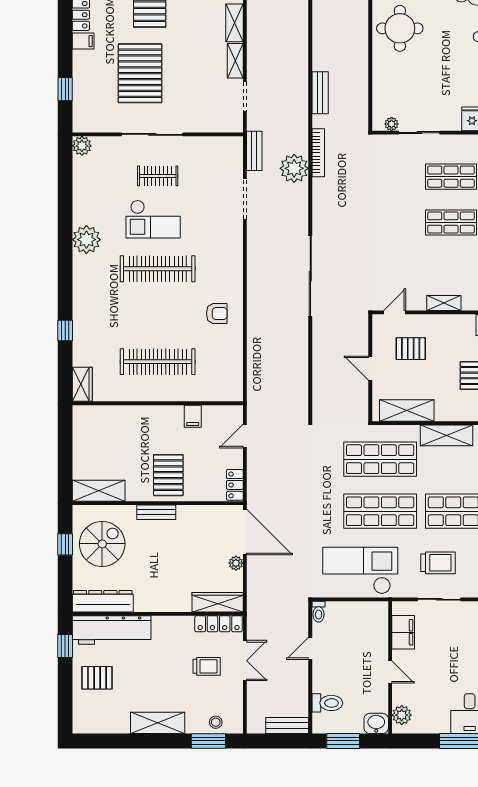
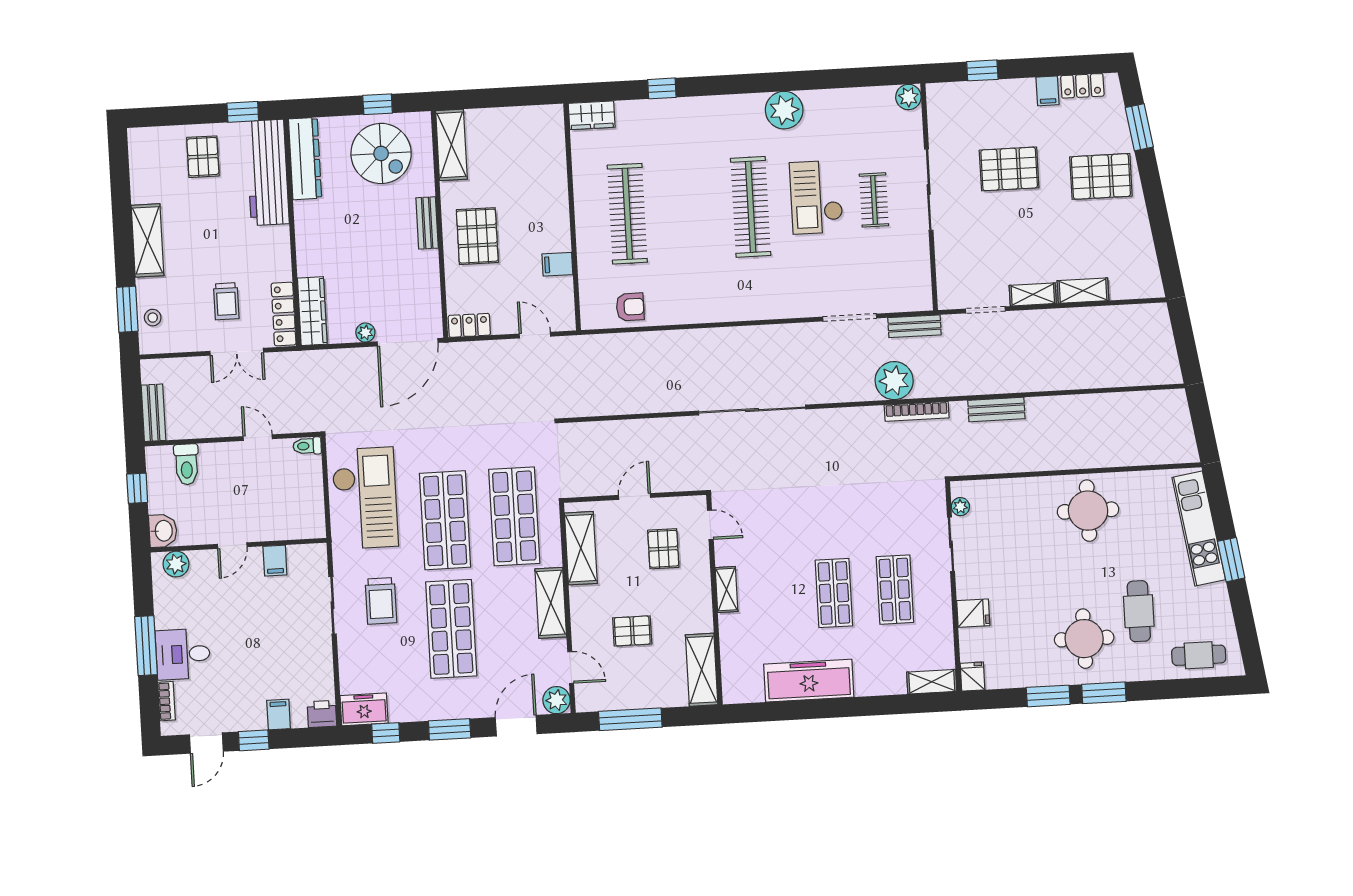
pallet: (140, 73) -> (1009, 169), width x0.73, depth x0.71
armchair: (217, 314) -> (630, 307), moved, turned -90
pallet: (168, 475) -> (477, 236), turned 90
filing cabinet: (403, 632) -> (275, 561), width x0.50
window: (343, 741) -> (137, 488), width x0.67

